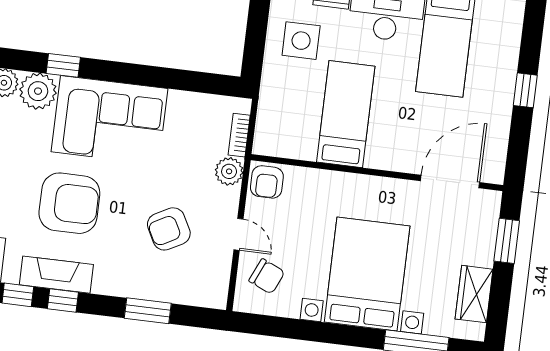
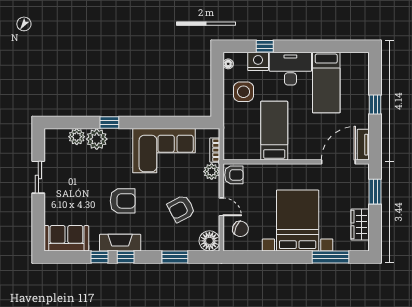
corner sofa: (109, 120) -> (164, 151), moved
tv unit: (496, 157) -> (363, 145), added
armchair: (267, 182) -> (234, 175), turned -90
armchair: (69, 203) -> (123, 201), width x0.73, depth x0.73
floor lamp: (211, 290) -> (209, 241), added

